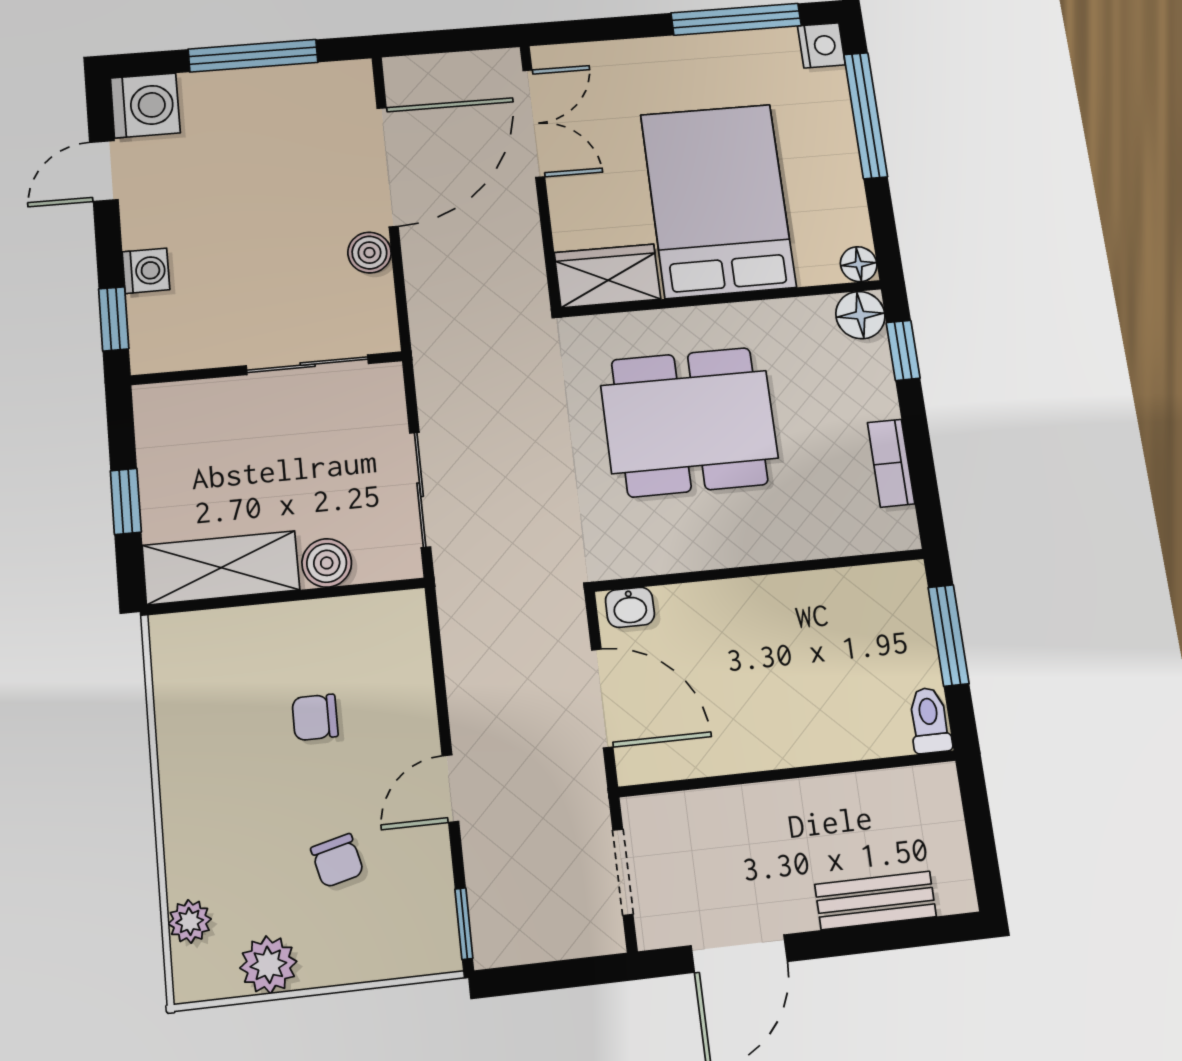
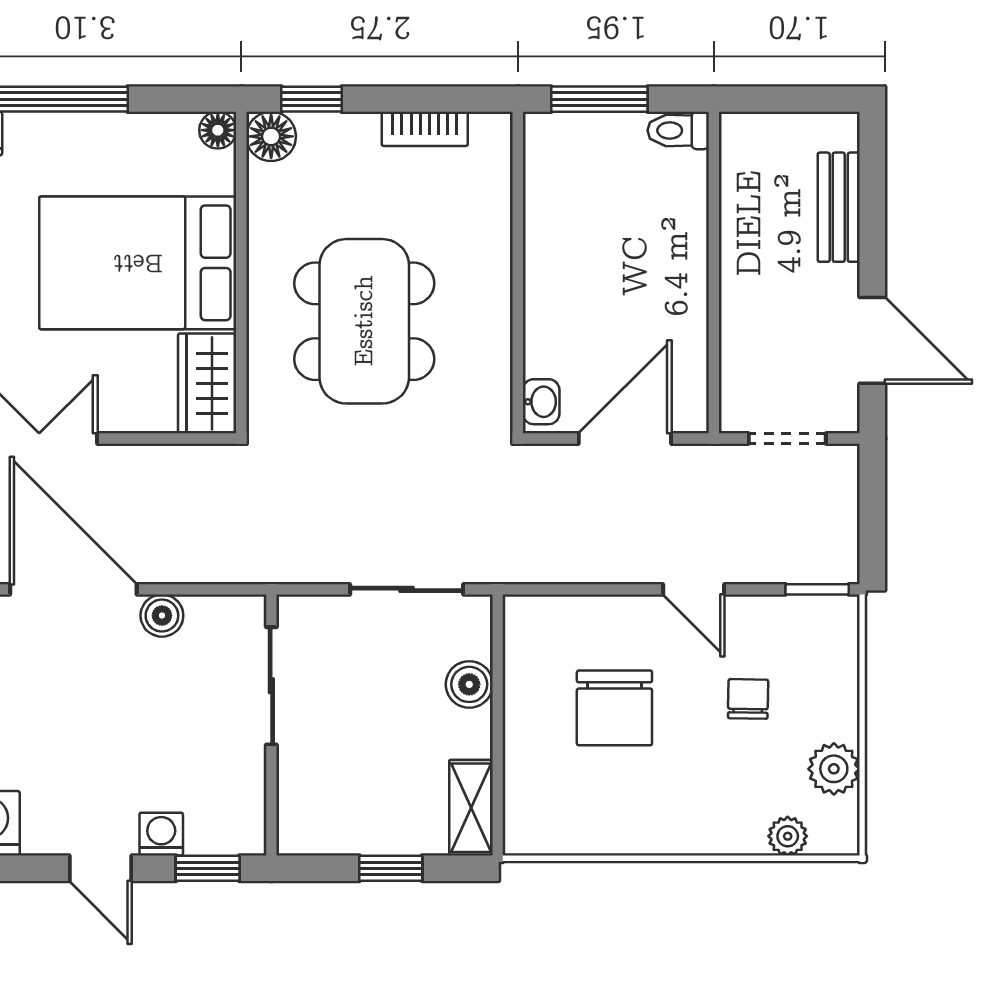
door: (104, 171) -> (101, 868), moved
shelving: (221, 568) -> (471, 808), width x0.67, depth x0.75
chair: (315, 717) -> (614, 708), width x1.87, depth x1.87
chair: (337, 861) -> (748, 699), turned -75

